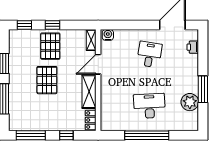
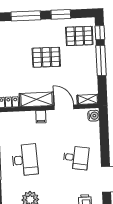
window: (52, 25) -> (101, 60), width x2.17
pallet: (50, 46) -> (79, 36), moved
filing cabinet: (107, 88) -> (41, 117), added

